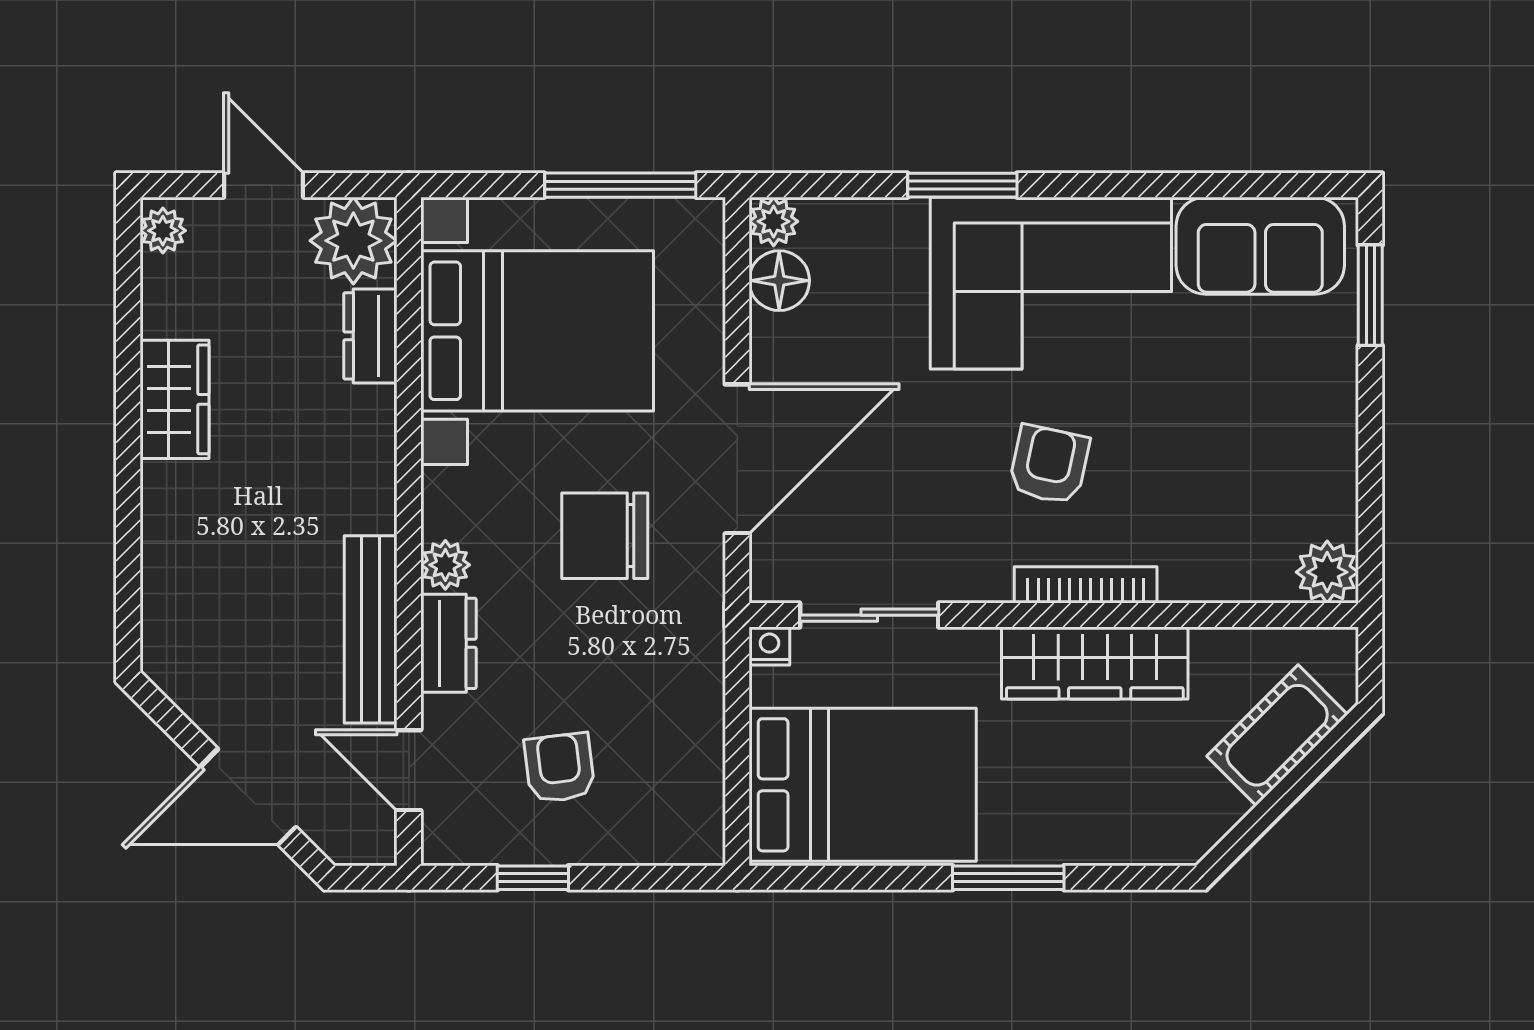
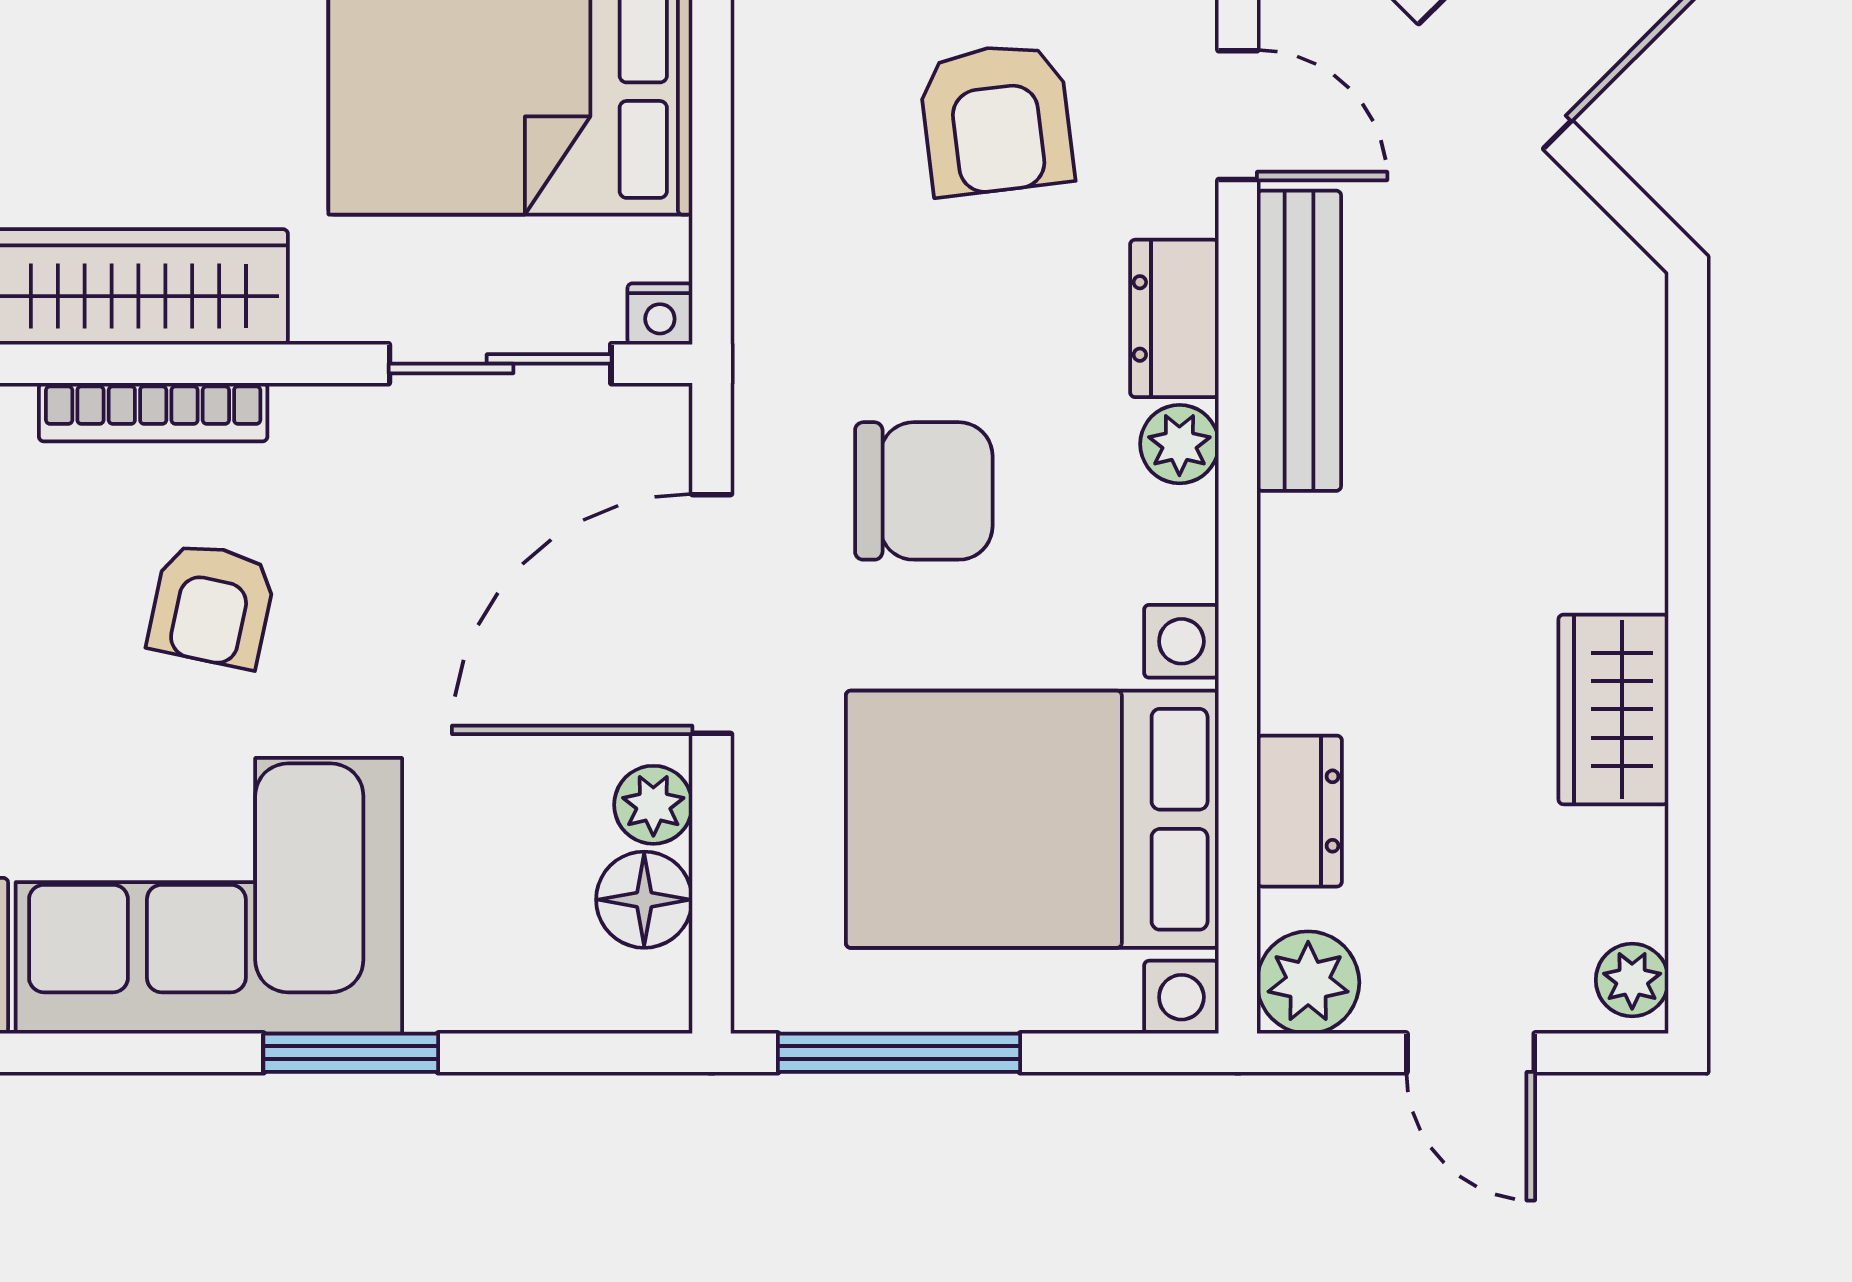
plant: (774, 221) -> (653, 805), moved
plant: (353, 241) -> (1308, 982), width x0.73, depth x0.73
armchair: (560, 768) -> (996, 119), width x1.38, depth x1.38

